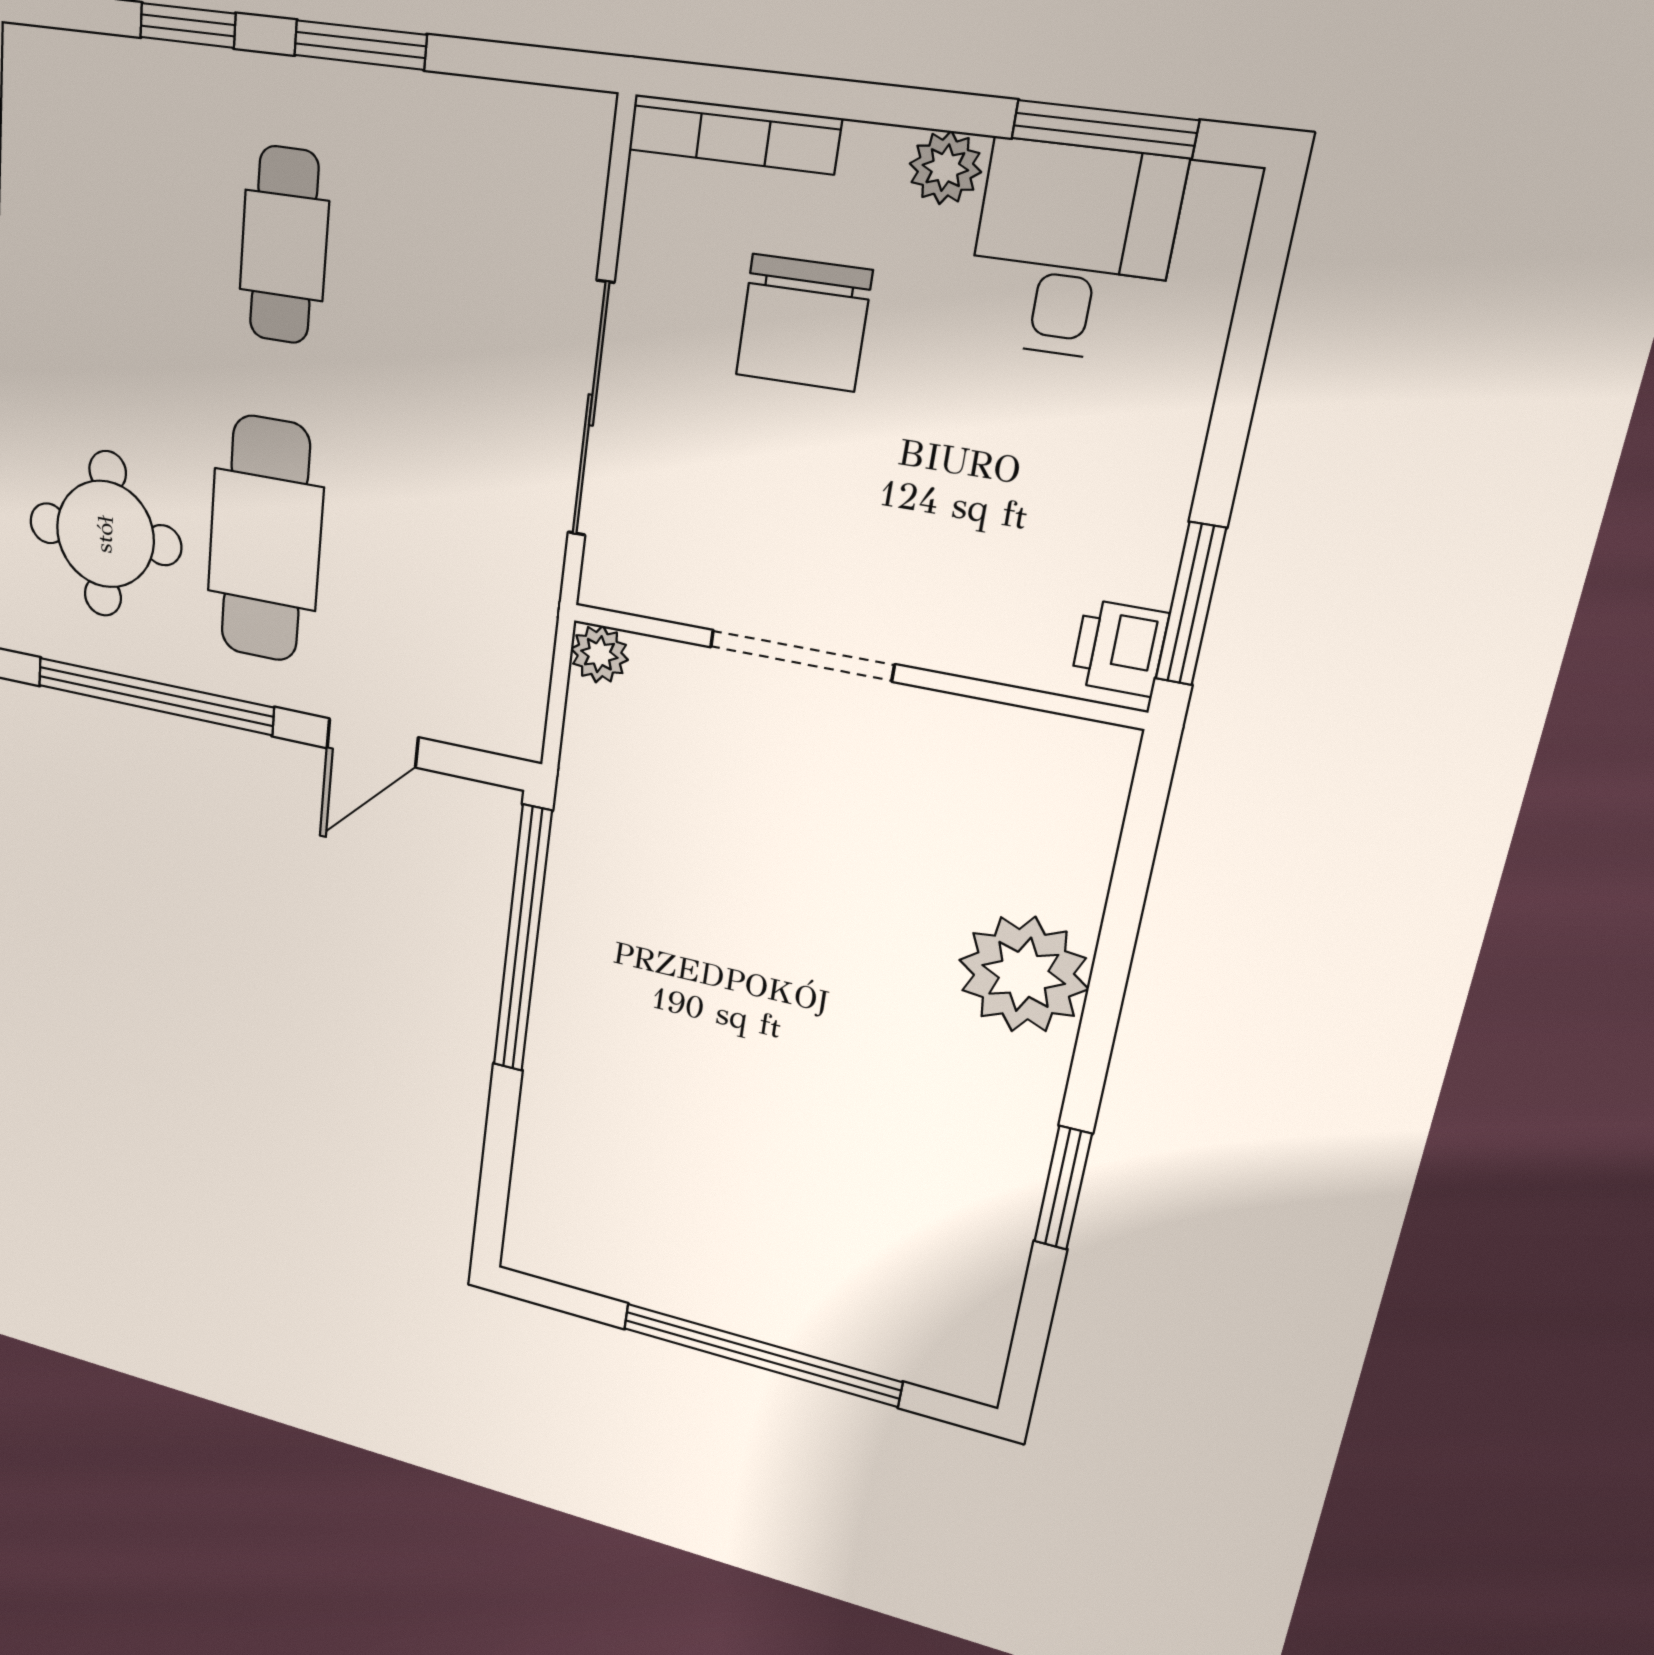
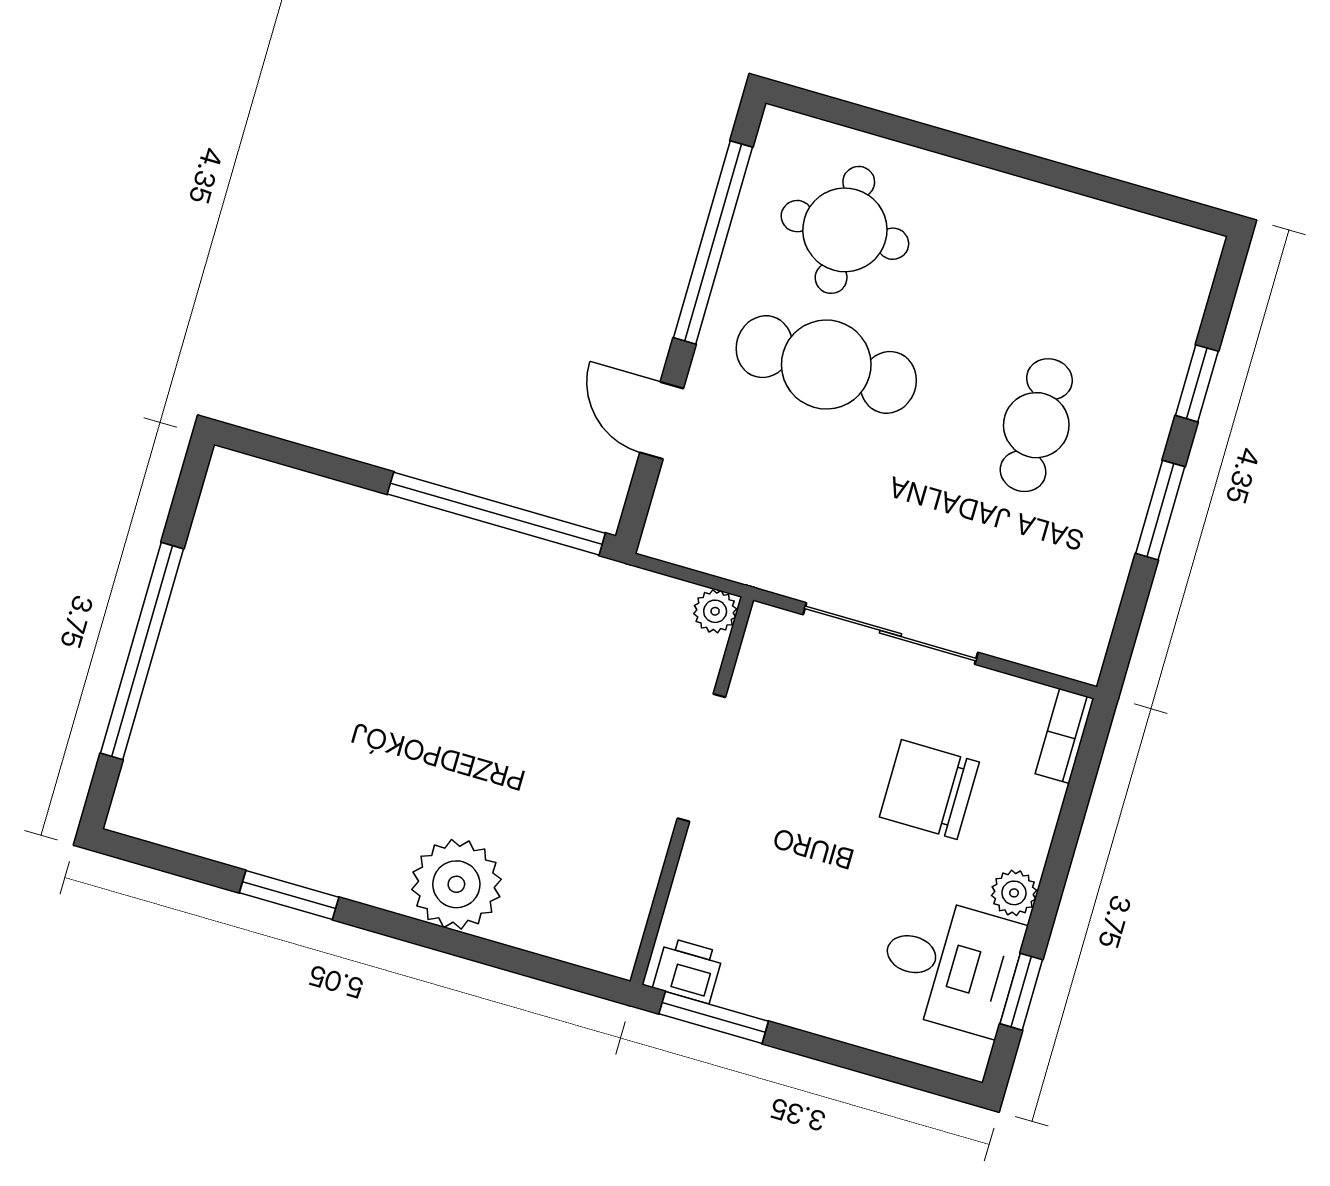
window: (1104, 129) -> (1021, 992), width x0.67
bookcase: (734, 134) -> (1065, 736), width x0.64
cafe table: (284, 246) -> (1036, 425), turned 90

